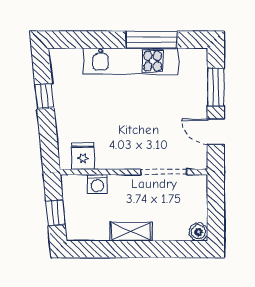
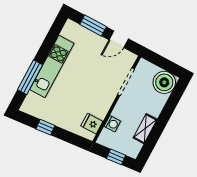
window: (152, 40) -> (30, 77), moved
shelving: (131, 232) -> (145, 129), moved
boiler: (198, 232) -> (164, 82), width x1.86, depth x1.86

